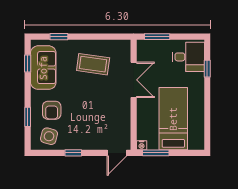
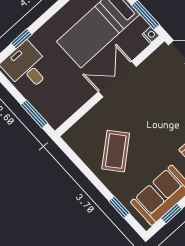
coffee table: (93, 64) -> (116, 151), turned 42
double door: (134, 80) -> (117, 79), moved

